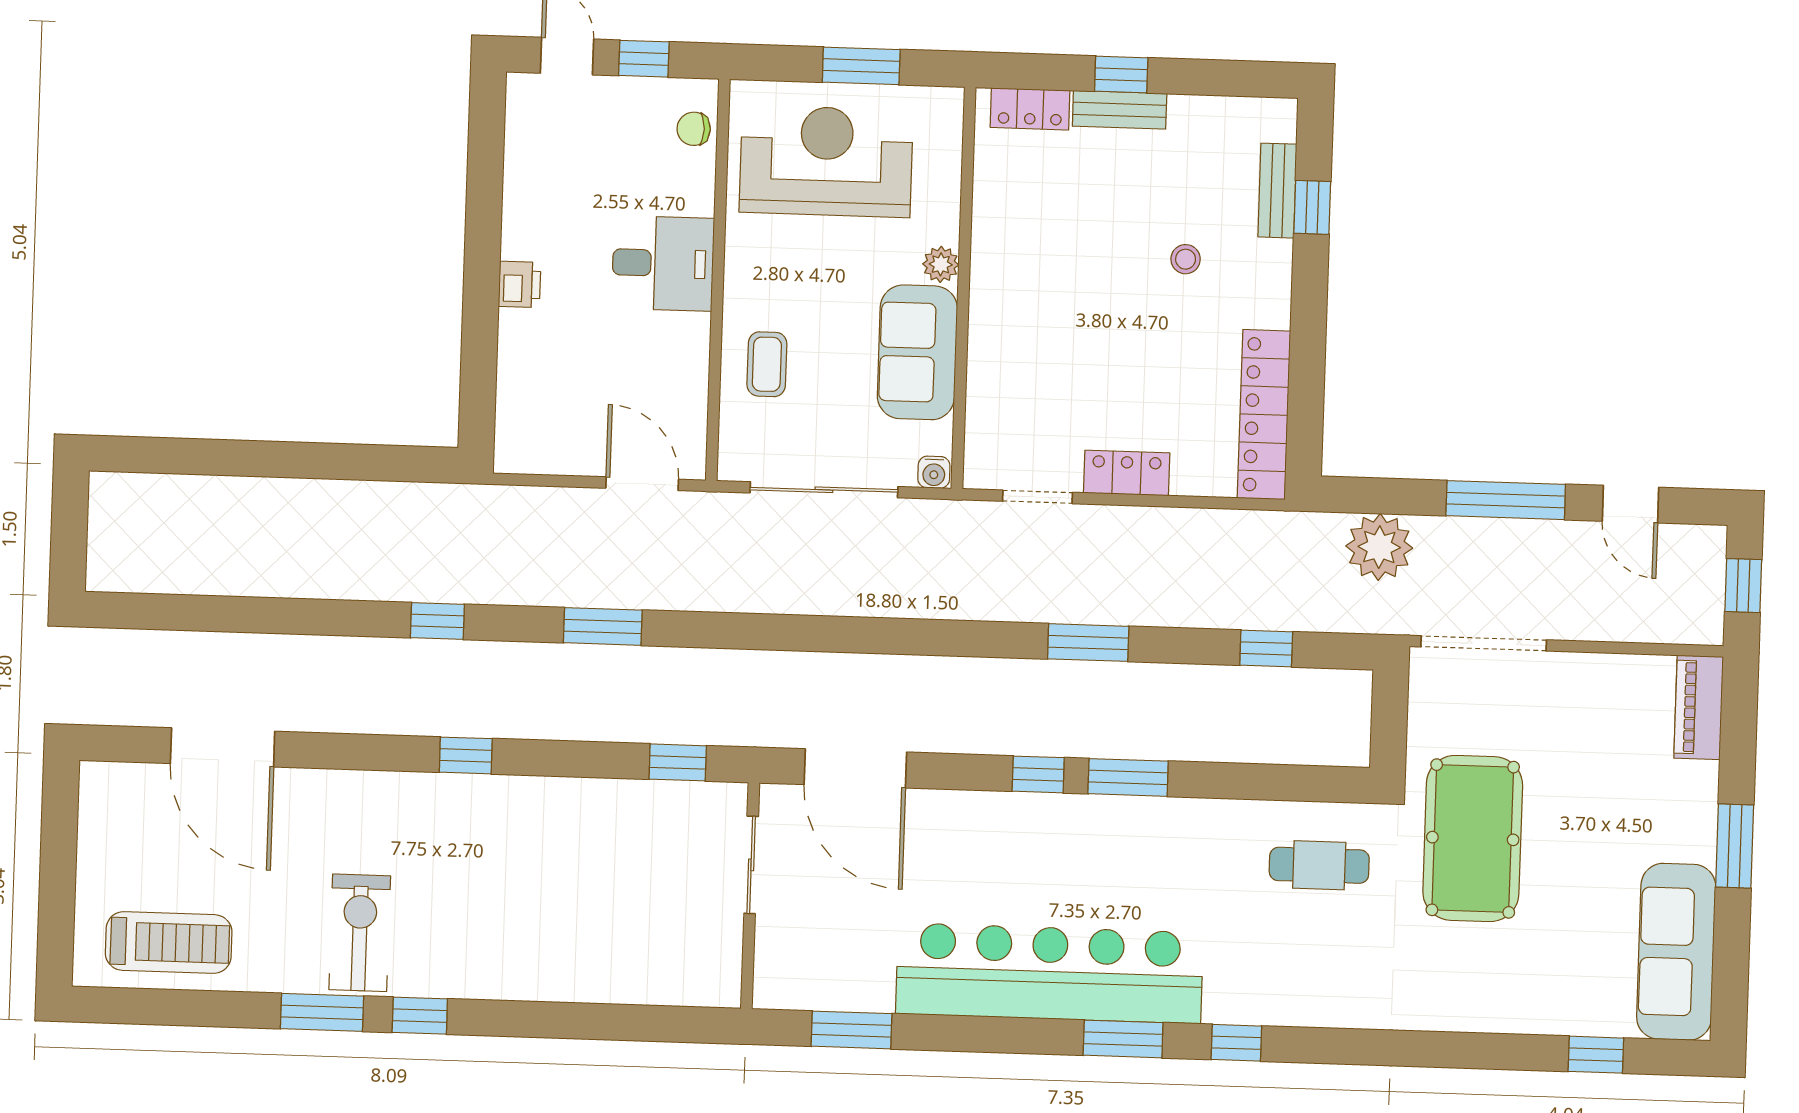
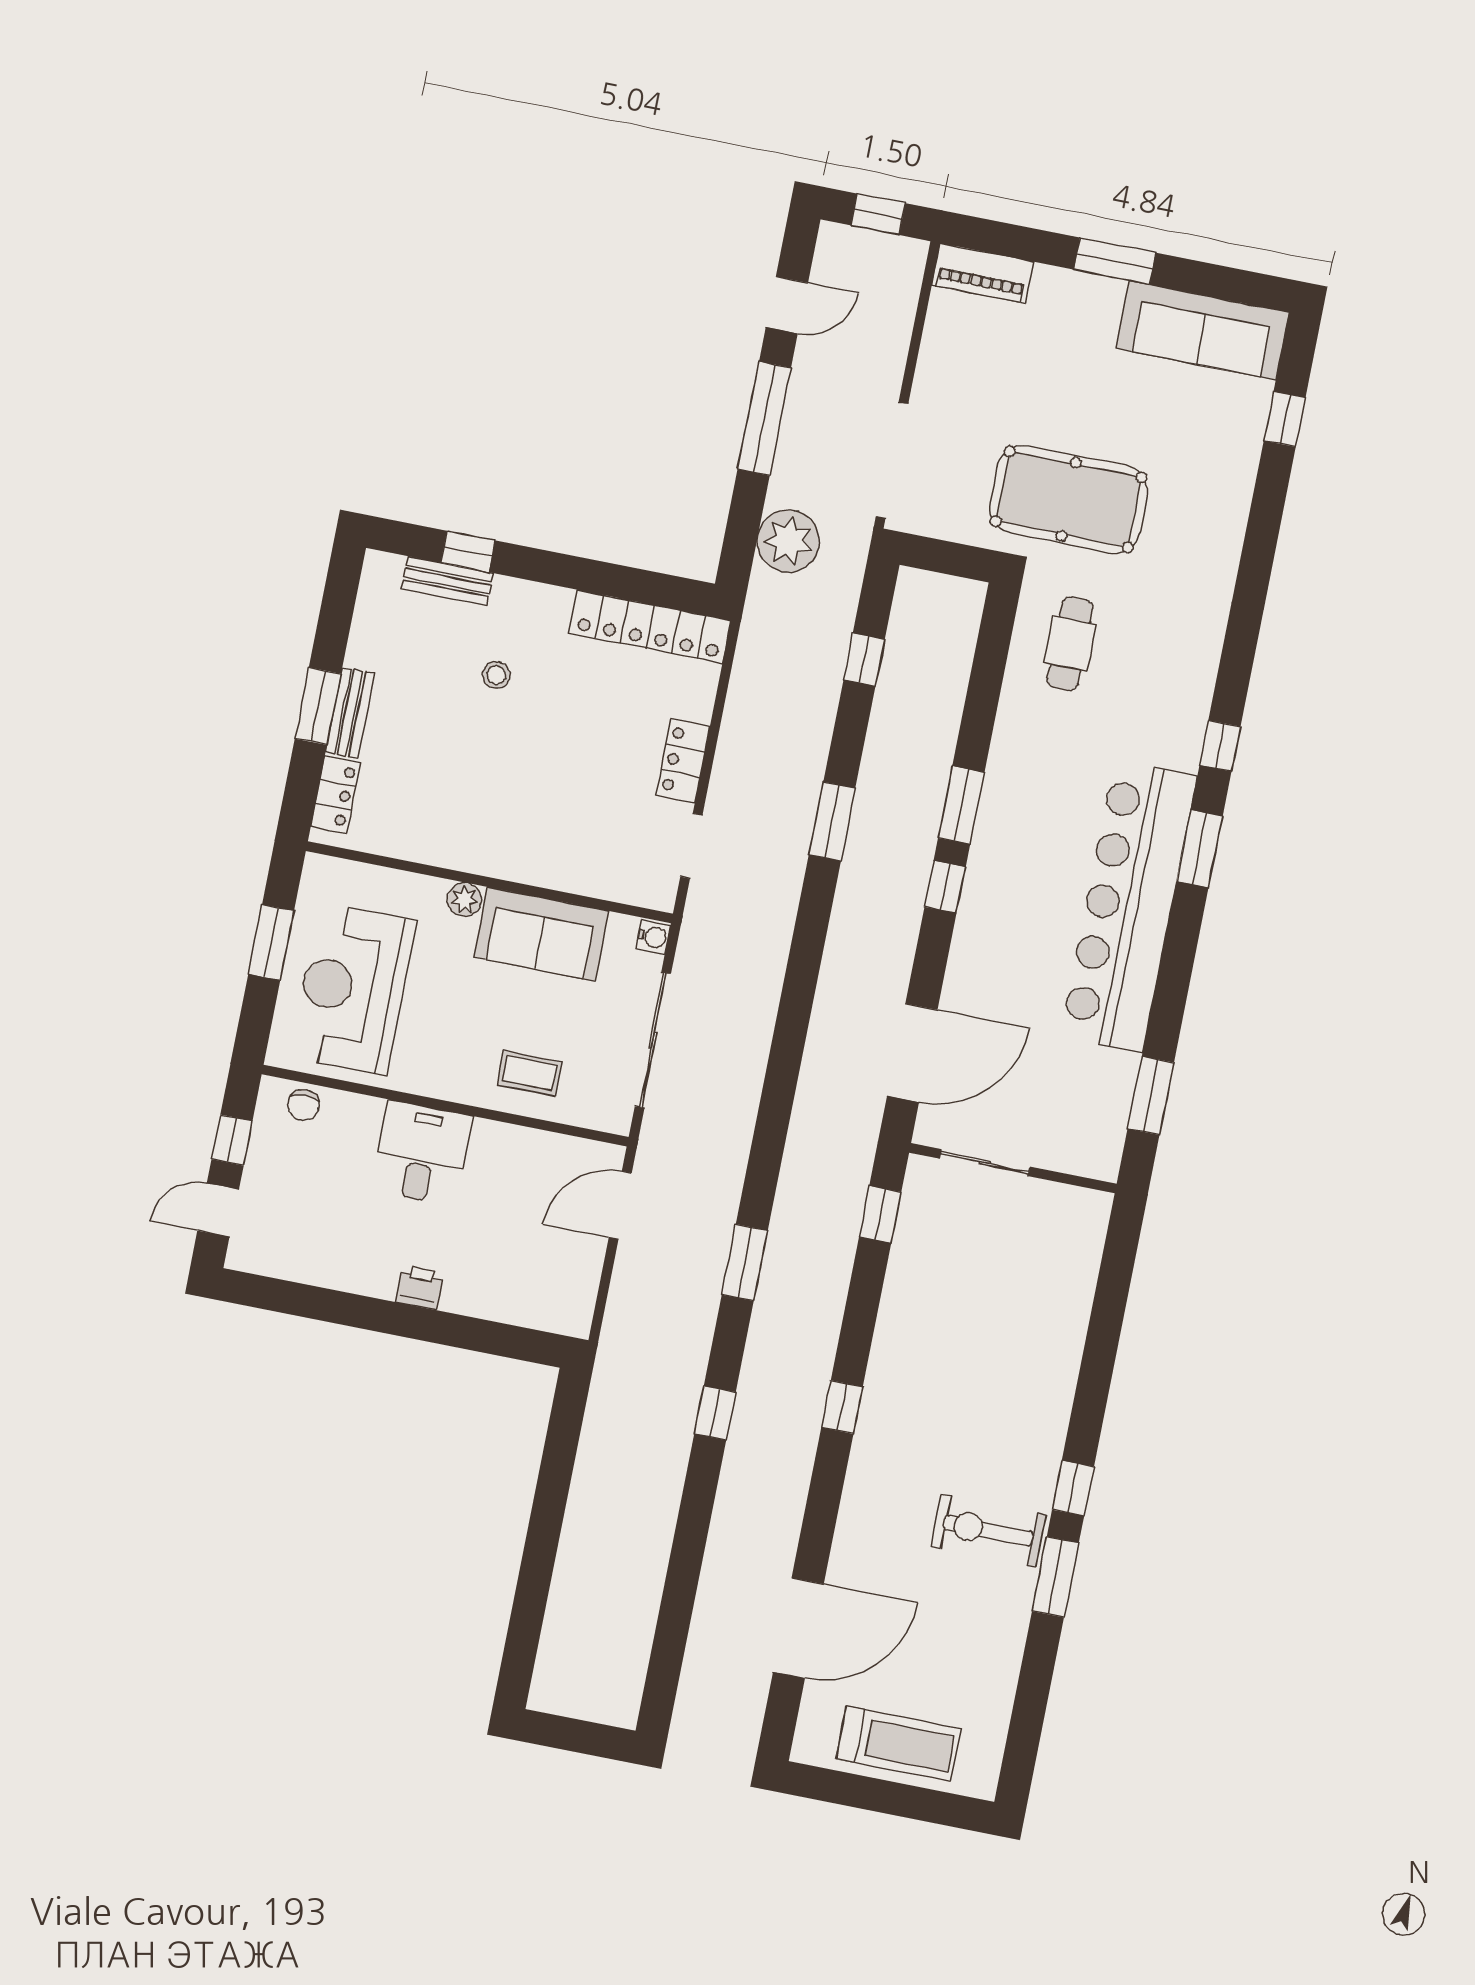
window: (1121, 74) -> (318, 706), width x1.50
treadmill: (169, 943) -> (898, 1744), moved, turned 90

